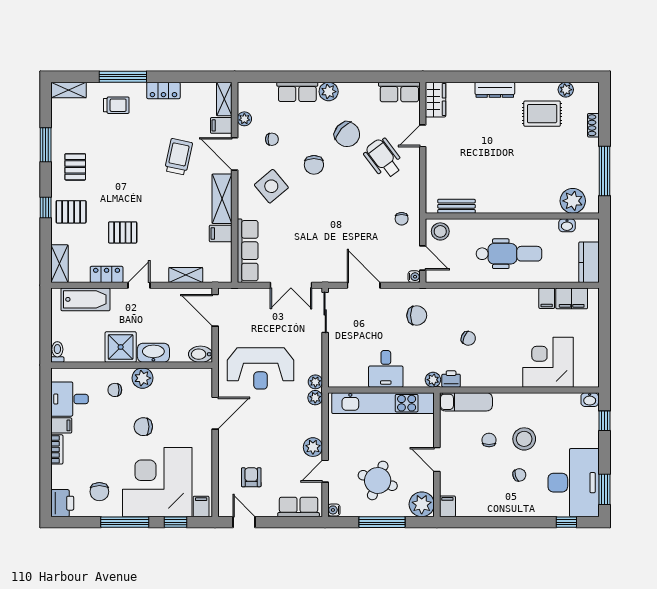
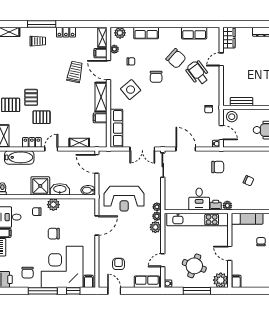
plant: (329, 92) -> (120, 33), moved
row of seats: (399, 92) -> (194, 33), moved
pallet: (75, 167) -> (31, 97), moved
printer: (451, 379) -> (216, 205), moved
plant: (313, 447) -> (155, 227), moved

